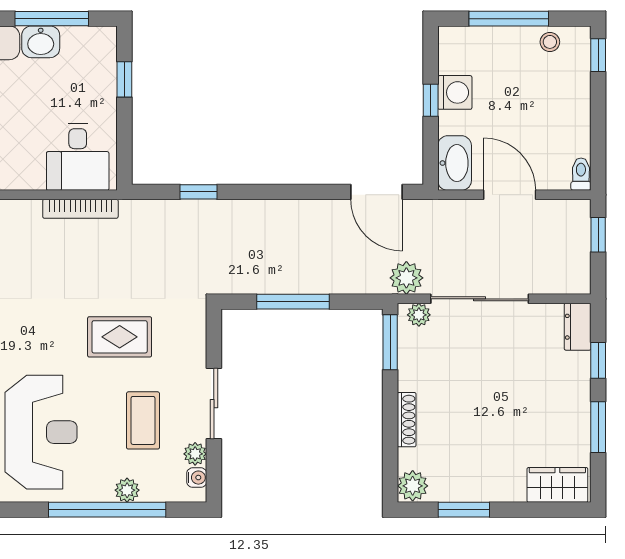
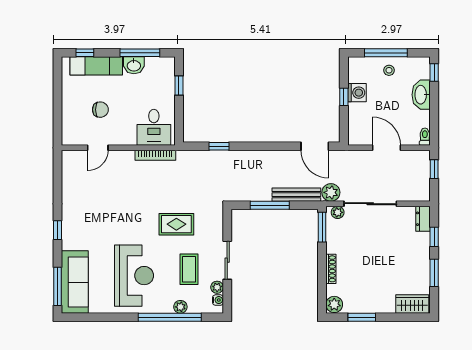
stool: (550, 42) -> (389, 70), moved
washbasin: (455, 163) -> (421, 95), moved, turned 180
bench: (342, 282) -> (296, 195), added

